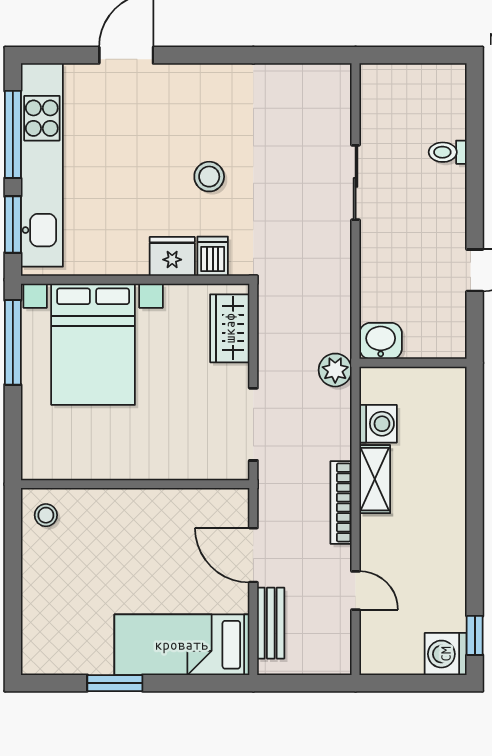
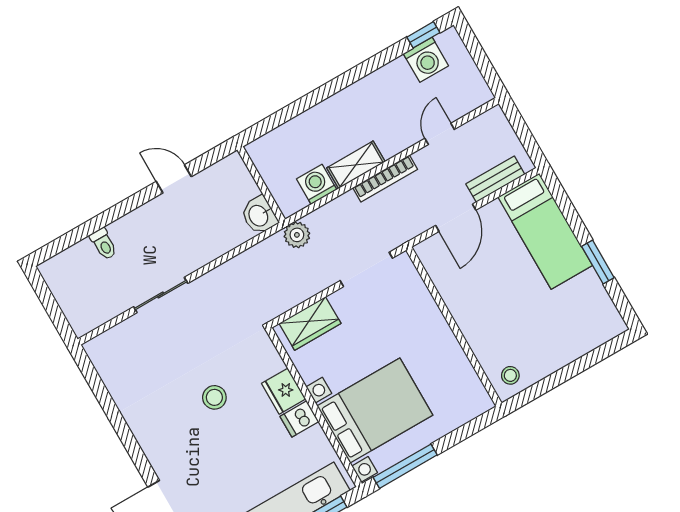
dishwasher: (213, 256) -> (299, 419), moved
washing machine: (446, 654) -> (426, 60), moved

